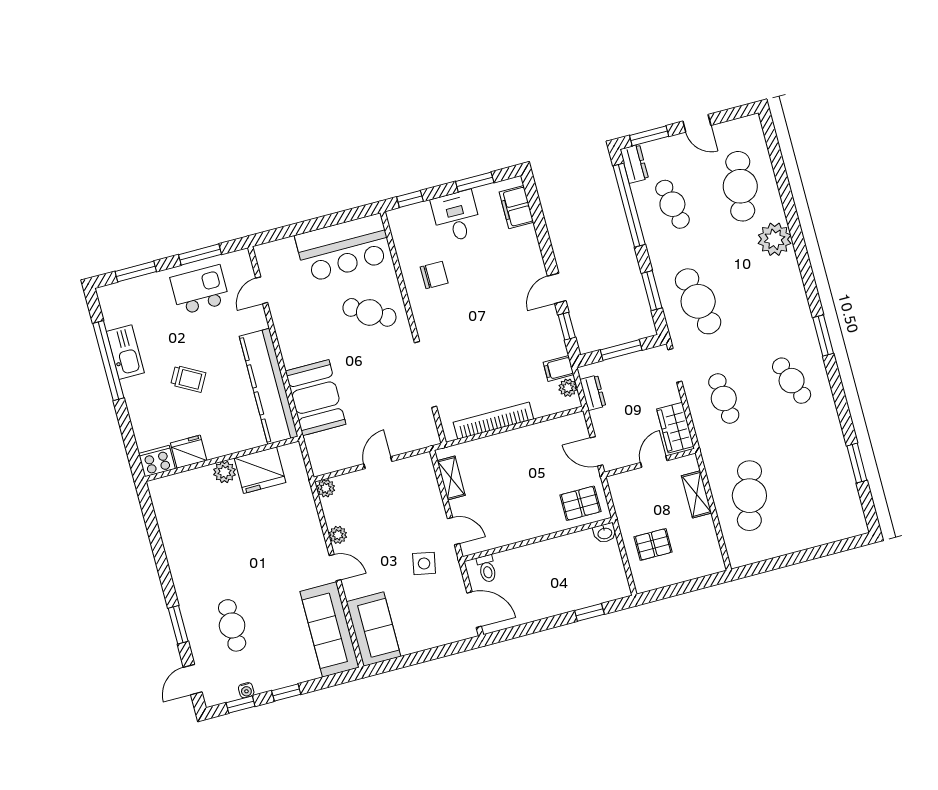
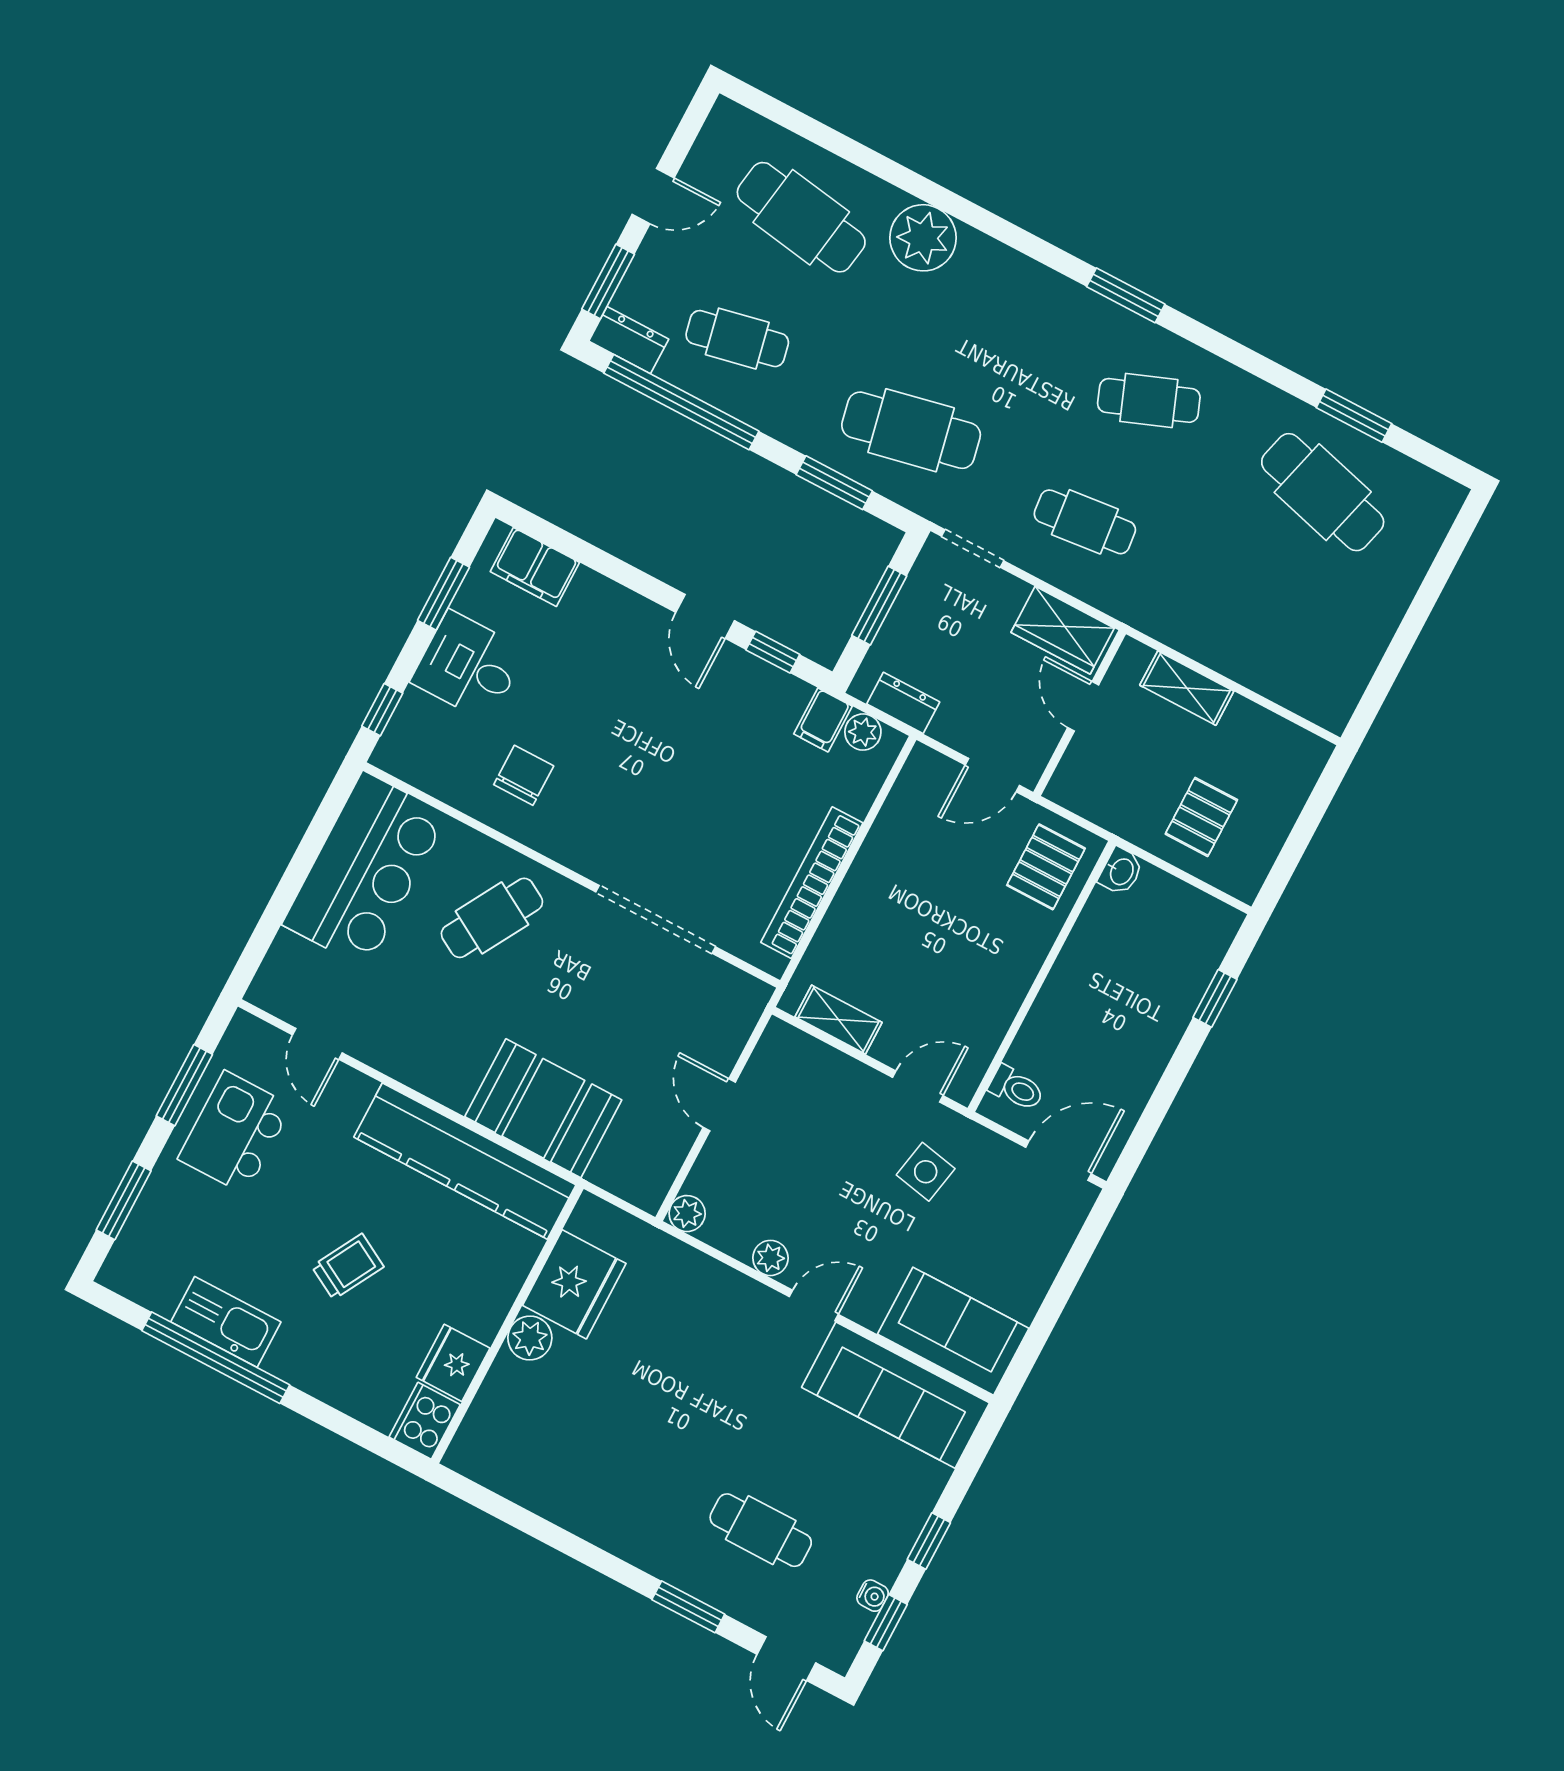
cafe table: (749, 496) -> (1323, 492), moved

